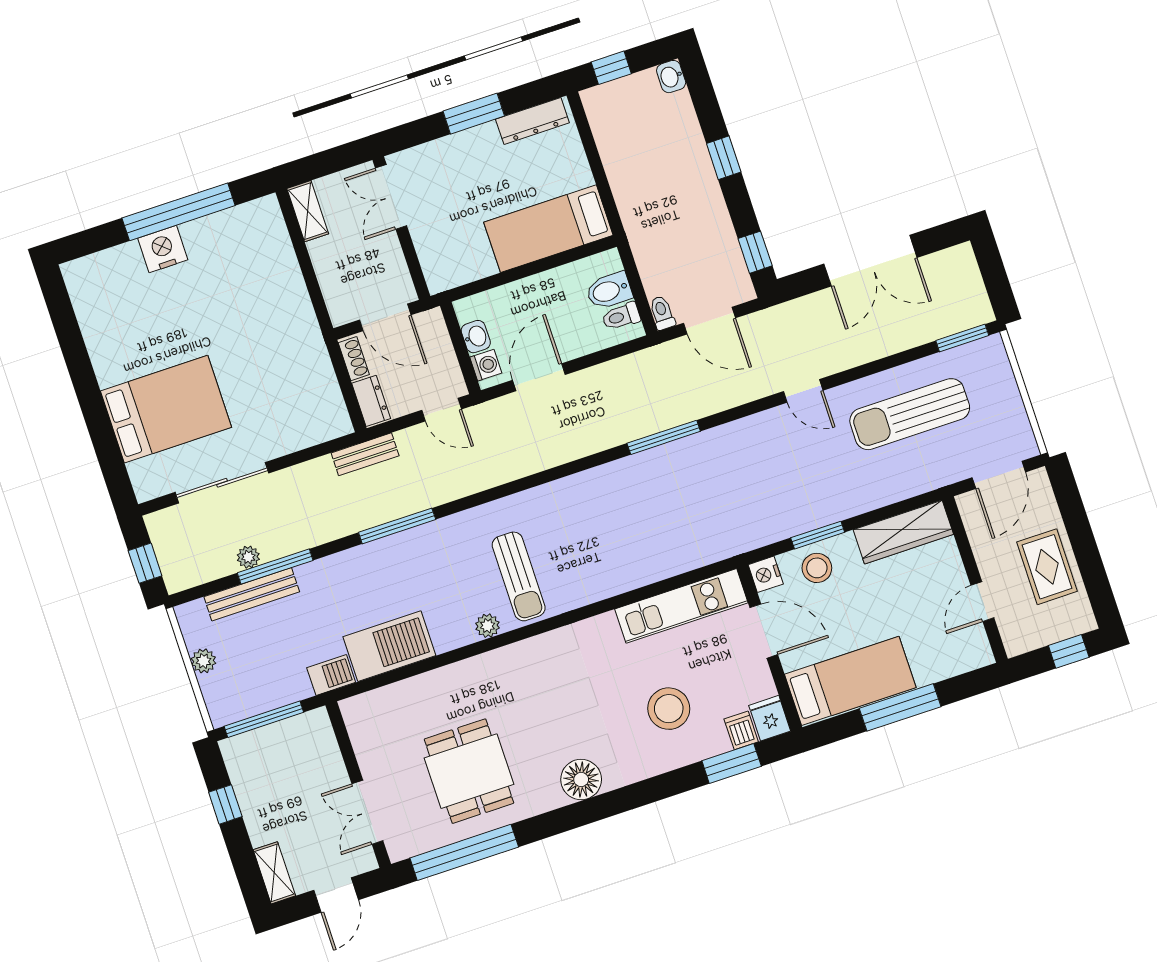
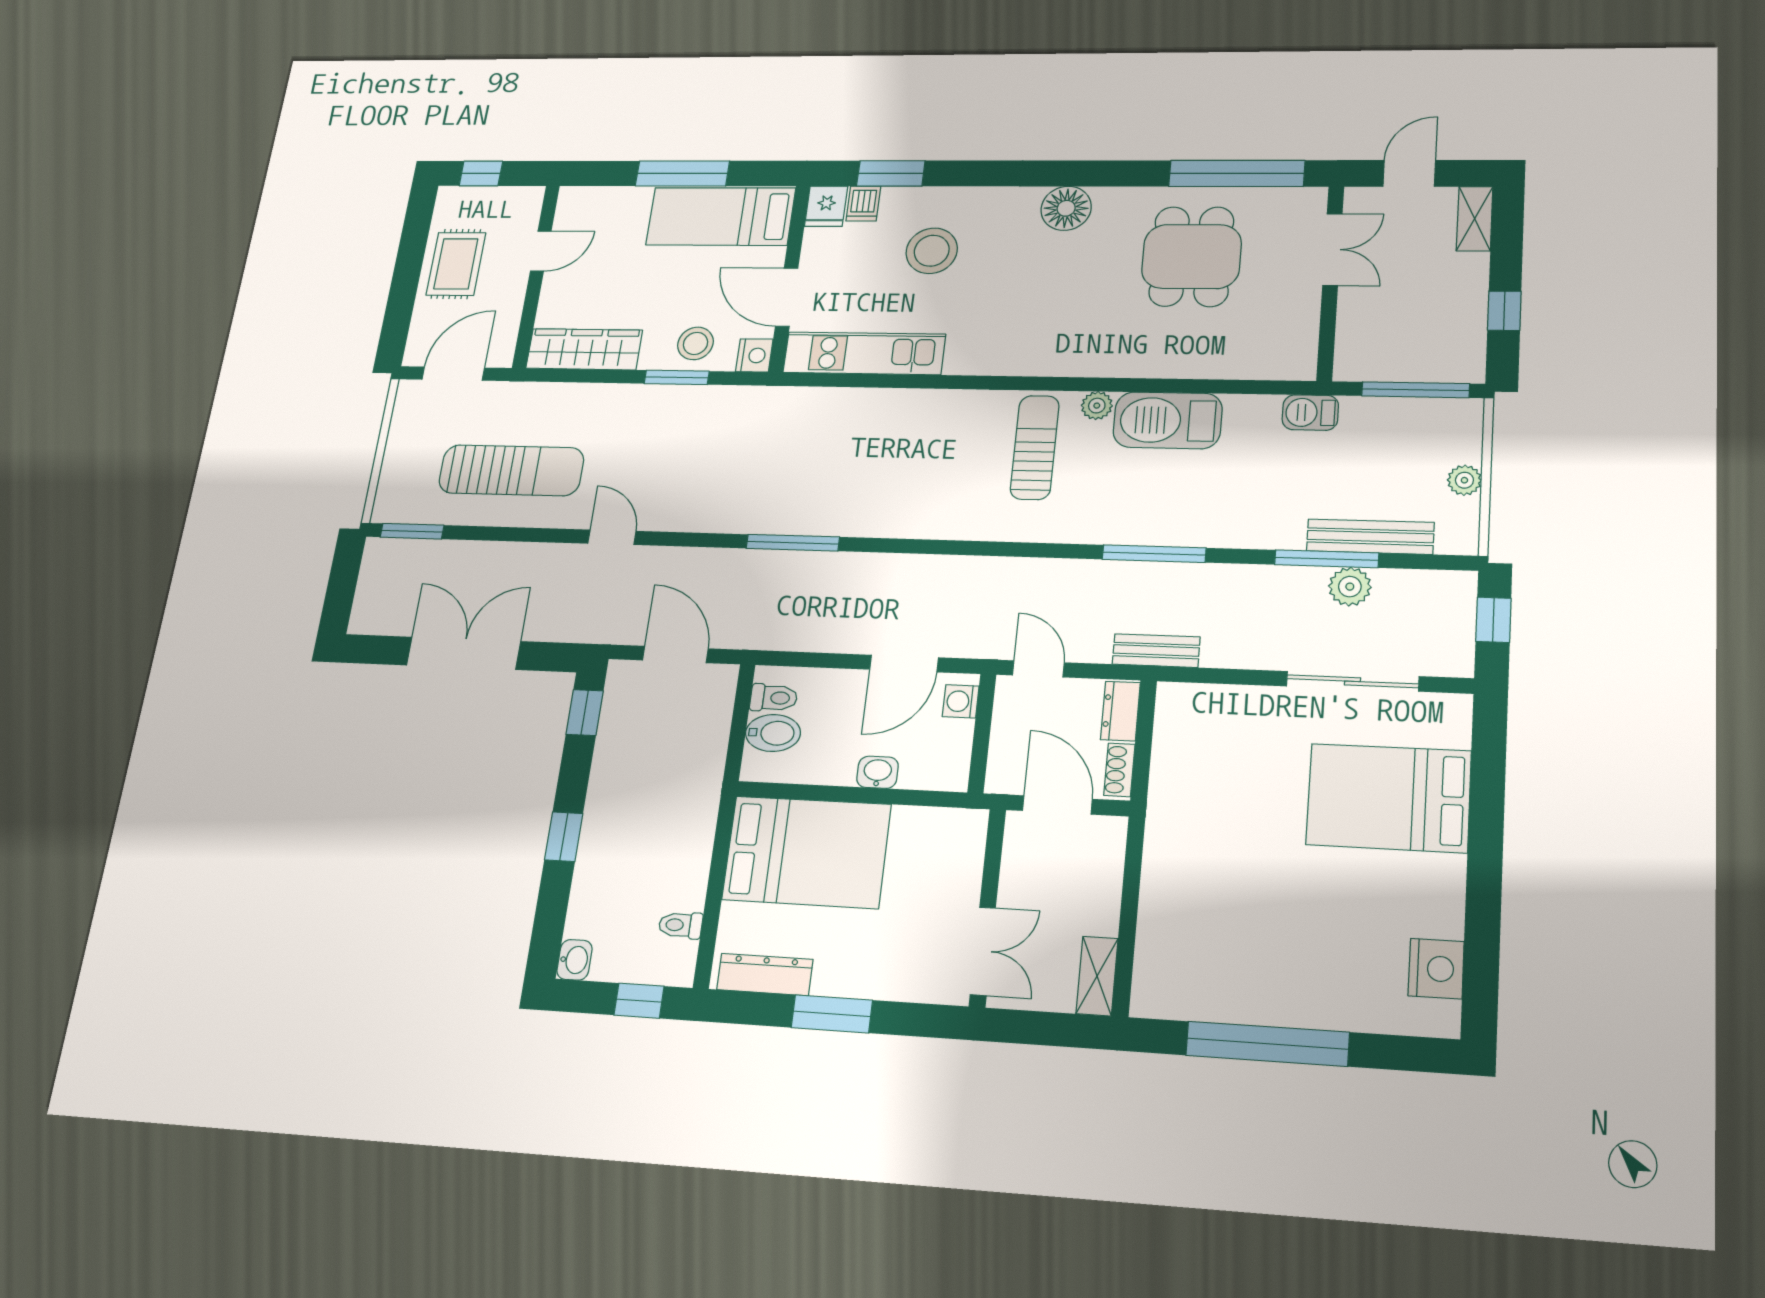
bed: (548, 229) -> (806, 852), width x1.50
nightstand: (163, 249) -> (1436, 969), moved, turned -90
toilet: (662, 313) -> (681, 925), moved, turned 90
washbasin: (476, 337) -> (877, 772), moved, turned 90
plant: (248, 557) -> (1350, 587), width x1.38, depth x1.38
barbecue: (389, 646) -> (1168, 420), moved

